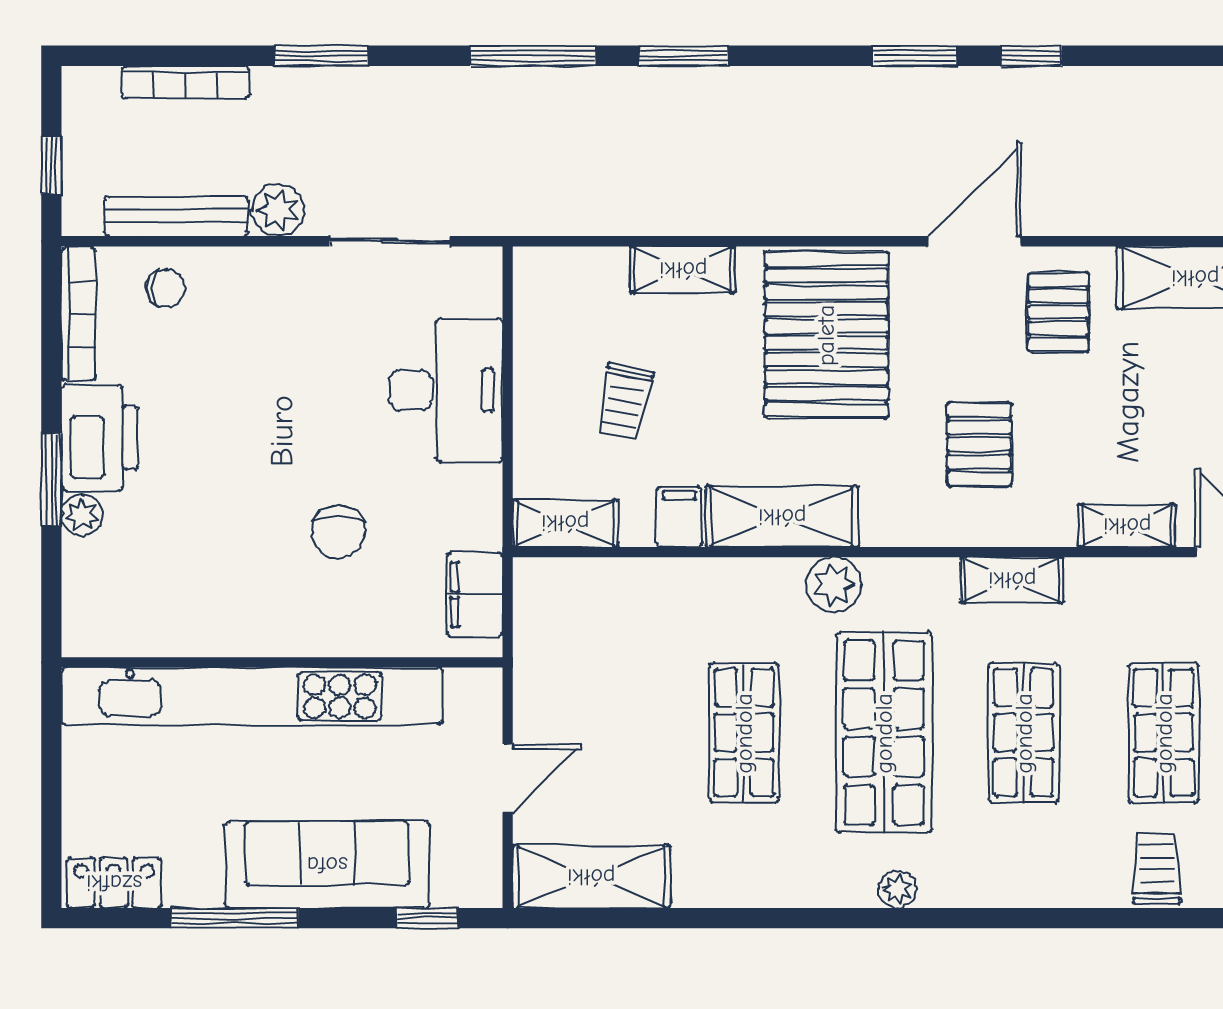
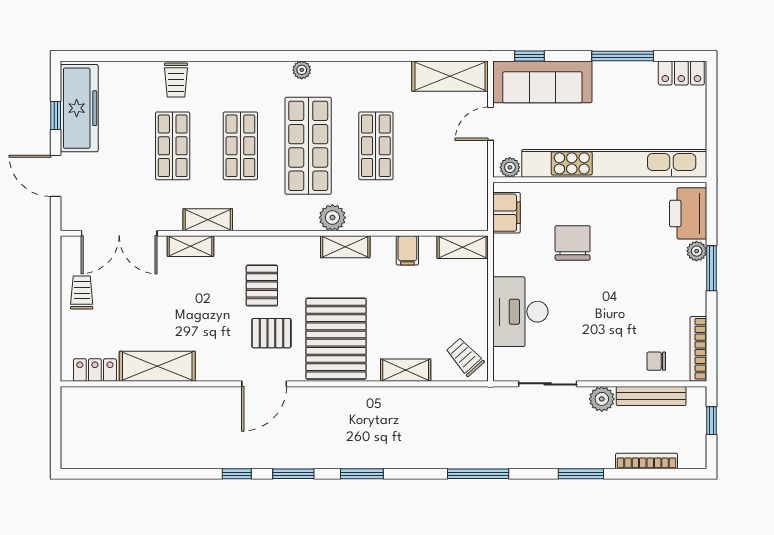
window: (683, 56) -> (362, 474), moved
pallet: (1058, 312) -> (271, 333), moved, turned 90
trolley: (624, 402) -> (465, 357), moved, turned -54
printer: (100, 438) -> (688, 213), moved
shelving: (782, 517) -> (345, 247), width x0.67, depth x0.75
chair: (338, 532) -> (573, 243), width x1.37, depth x1.37
shelving: (1012, 580) -> (208, 220), moved
plant: (468, 688) -> (510, 167), added
sofa: (327, 865) -> (542, 82), moved

